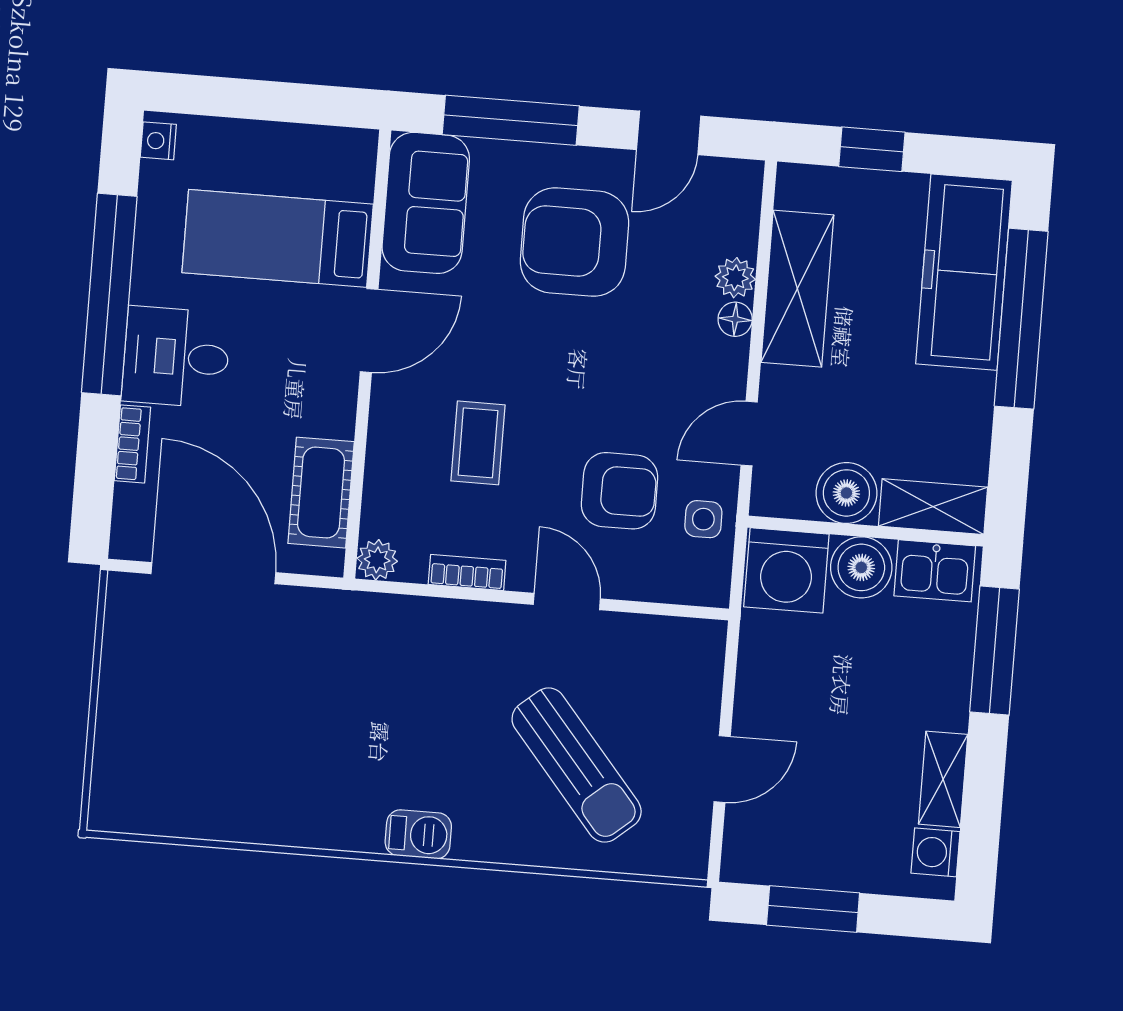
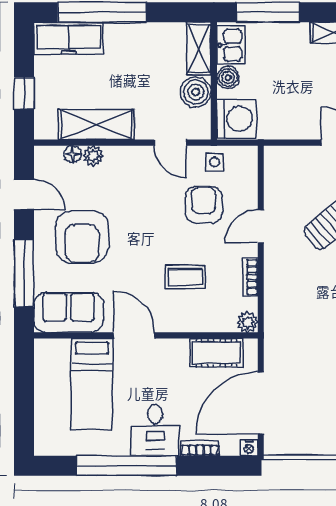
nightstand: (158, 141) -> (249, 448), moved
freezer: (964, 272) -> (69, 38), width x0.73, depth x0.79
floor lamp: (735, 319) -> (73, 154), moved
boiler: (861, 567) -> (228, 78), width x0.73, depth x0.73

